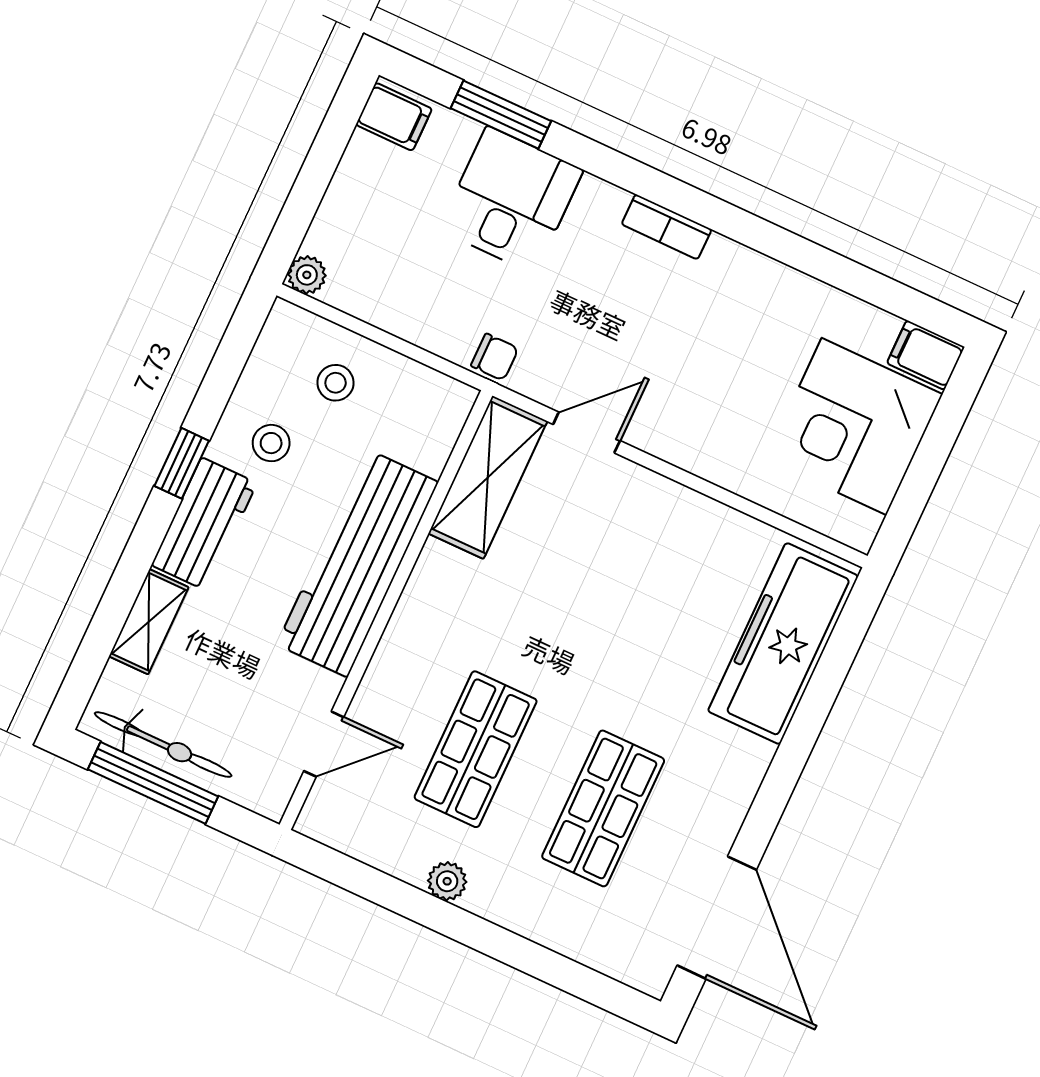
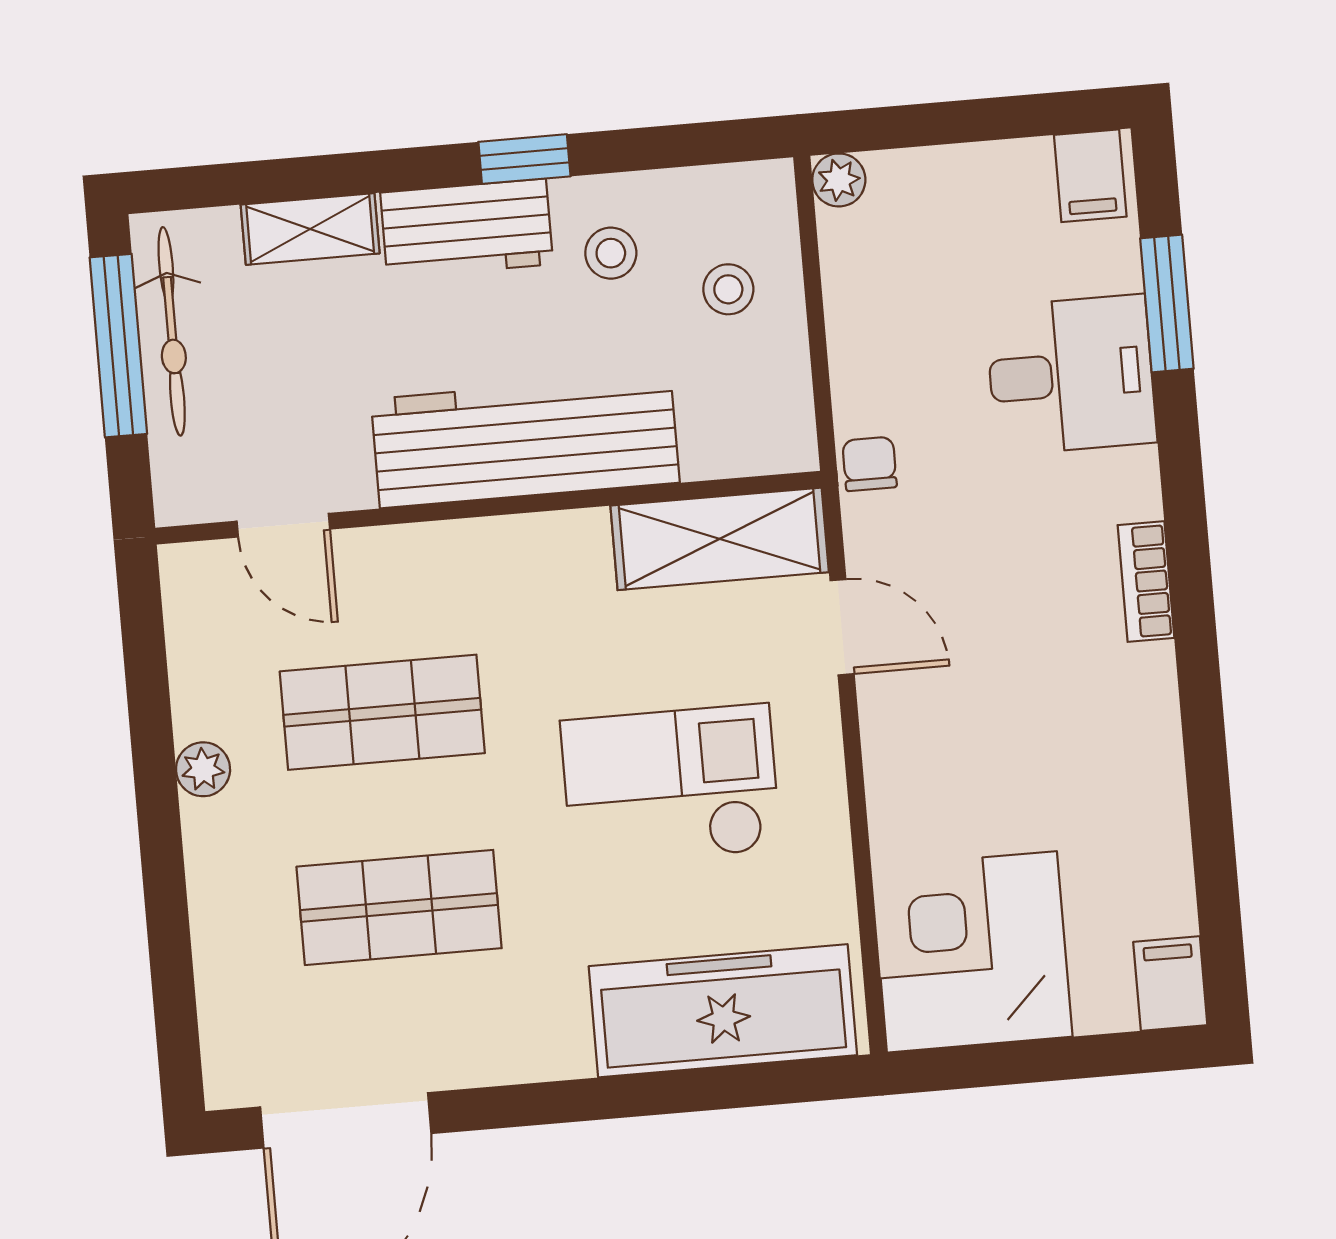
chair: (495, 357) -> (870, 464), turned 180
corner desk: (854, 427) -> (972, 952), moved
checkout: (624, 596) -> (671, 785), added

